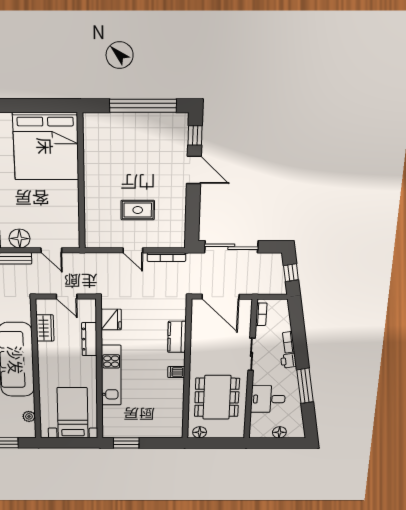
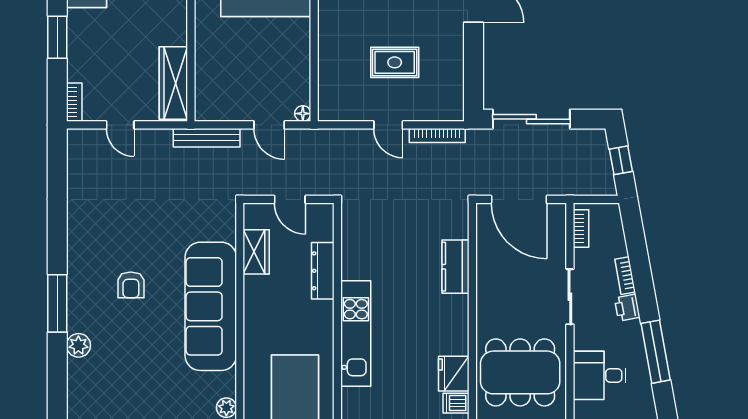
floor lamp: (20, 238) -> (303, 114), moved, width x0.53, depth x0.53
fridge: (111, 320) -> (454, 374), moved, turned 180
dishwasher: (176, 372) -> (456, 403), moved
dining table: (217, 397) -> (520, 372), turned 90

